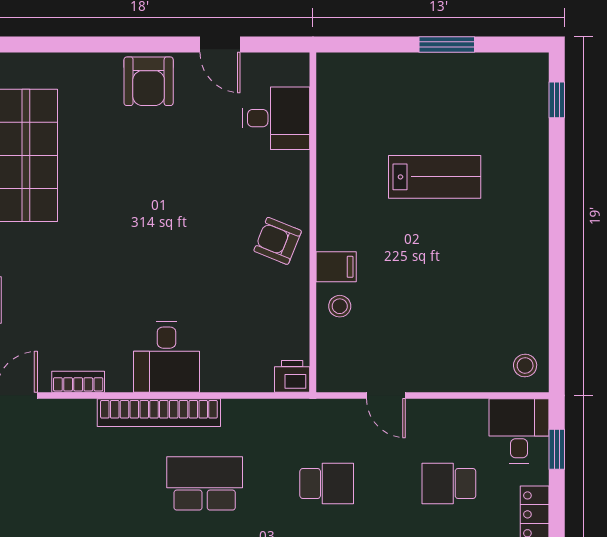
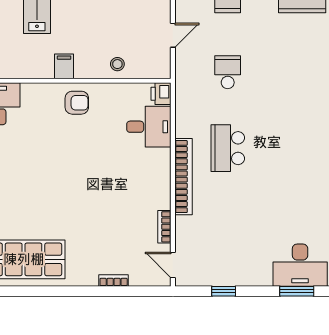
armchair: (278, 241) -> (77, 103), turned -112
filing cabinet: (336, 267) -> (64, 66), moved
desk: (167, 357) -> (149, 127), moved

